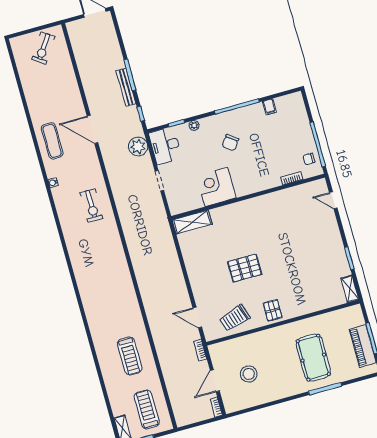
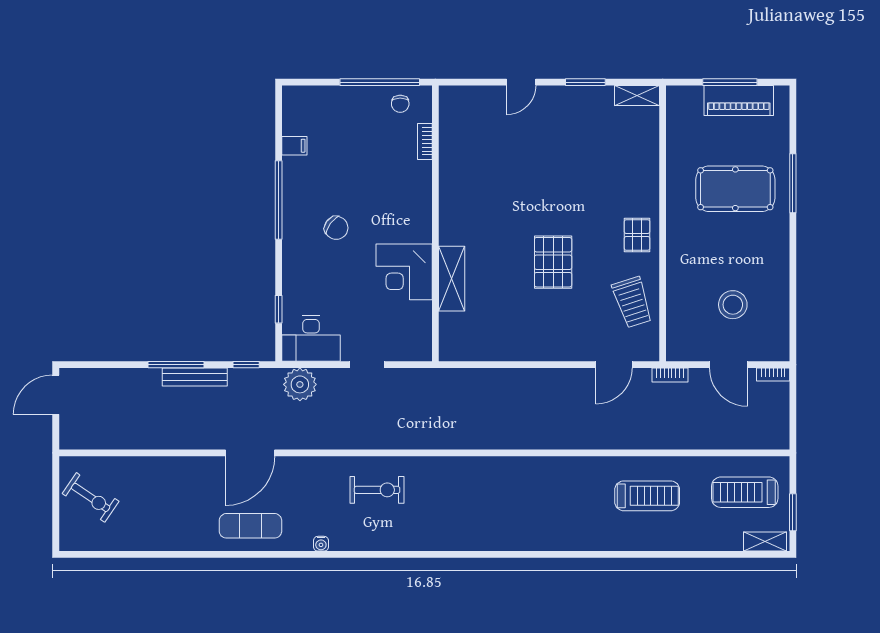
plant: (194, 125) -> (291, 281), removed
door: (333, 200) -> (521, 82), moved
shelving: (192, 222) -> (452, 279), moved
pallet: (273, 310) -> (637, 235), turned 90

